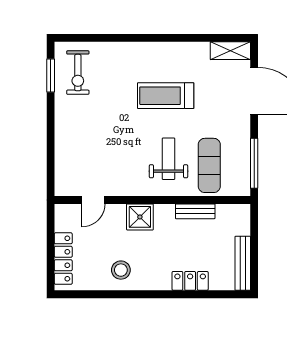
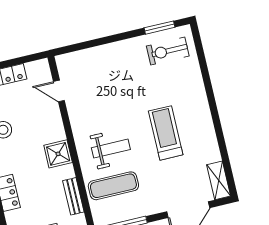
bench: (195, 211) -> (73, 196), moved
shower: (140, 217) -> (58, 154), moved

